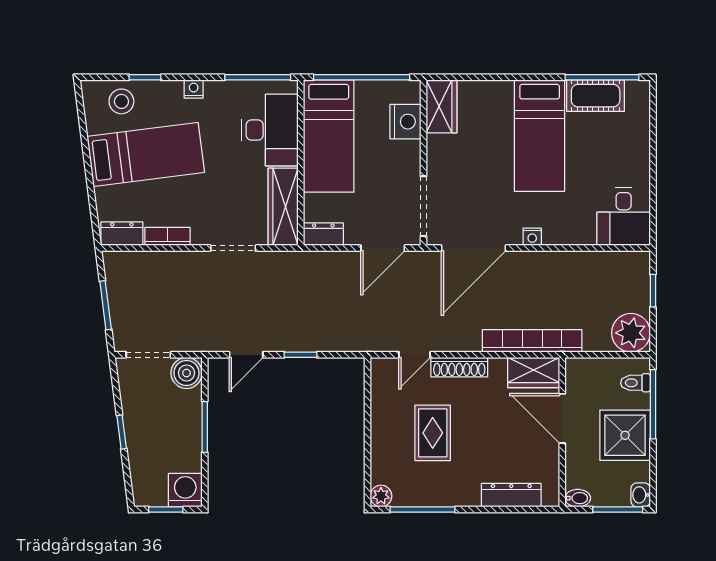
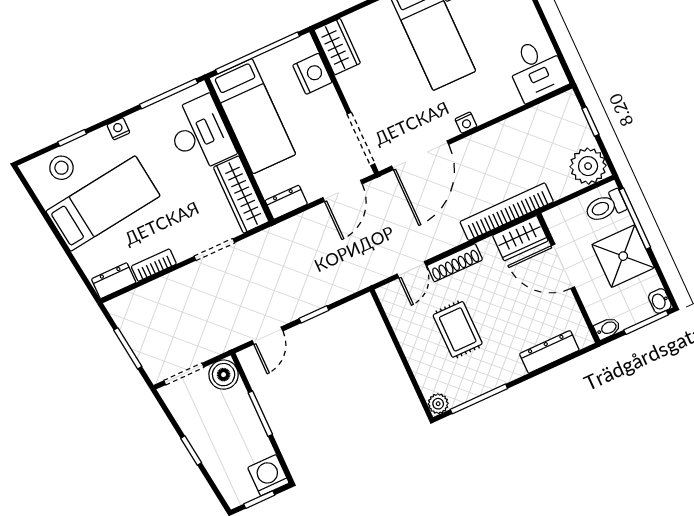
toilet: (635, 383) -> (605, 206), width x1.37, depth x1.39

